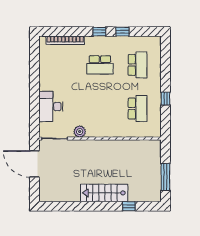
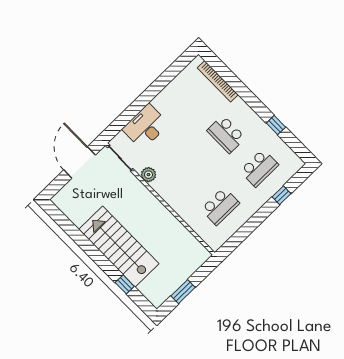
window: (99, 32) -> (256, 104), removed
window: (165, 99) -> (281, 195), moved
window: (165, 177) -> (183, 292), width x0.69
stairs: (104, 193) -> (119, 247), width x1.36, depth x1.51

